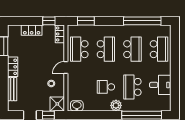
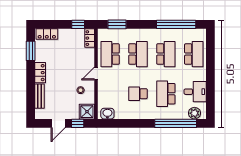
locker: (32, 30) -> (47, 34), moved
plant: (116, 105) -> (194, 113), moved

